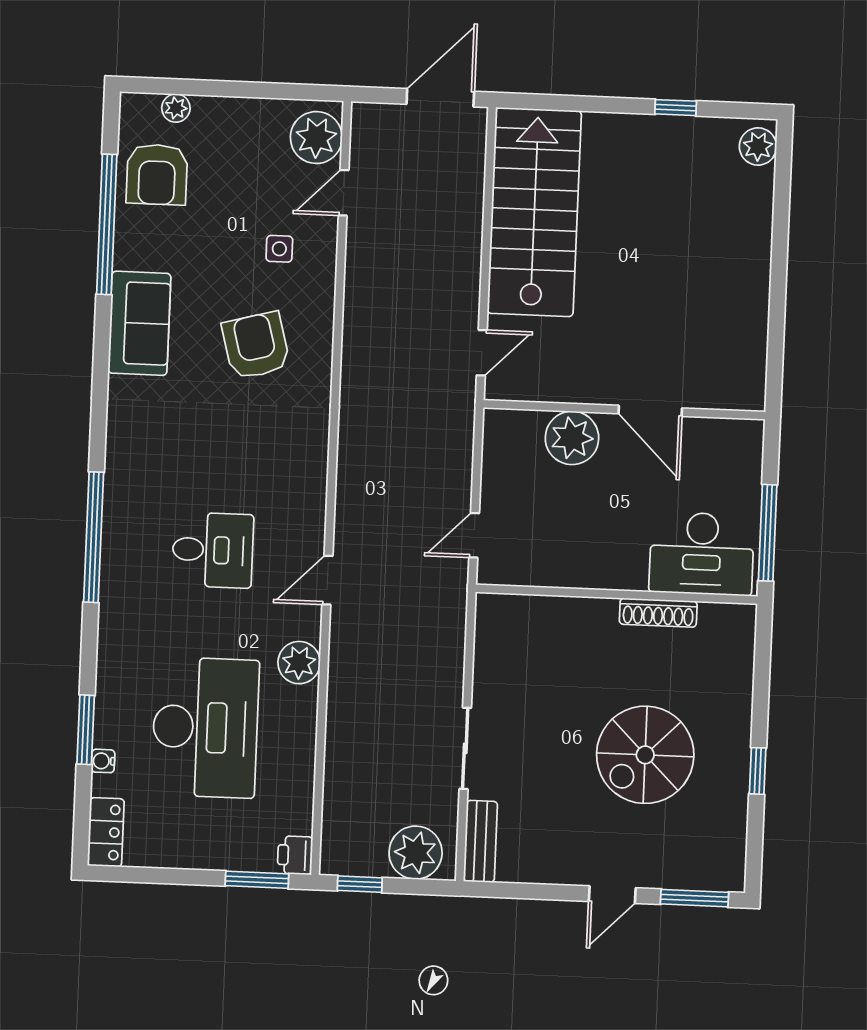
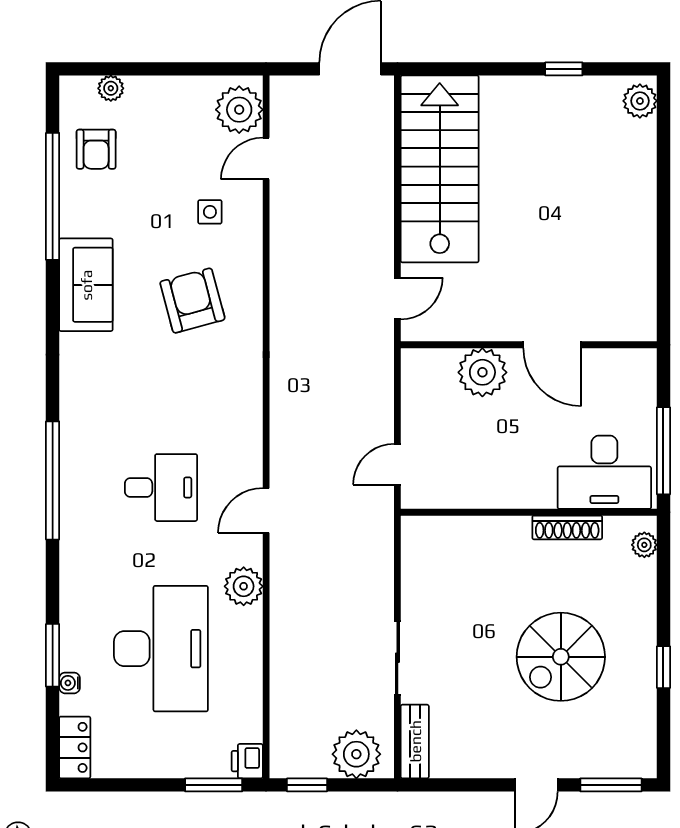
armchair: (157, 174) -> (96, 149), width x0.72, depth x0.72
plant: (742, 635) -> (644, 545), added

